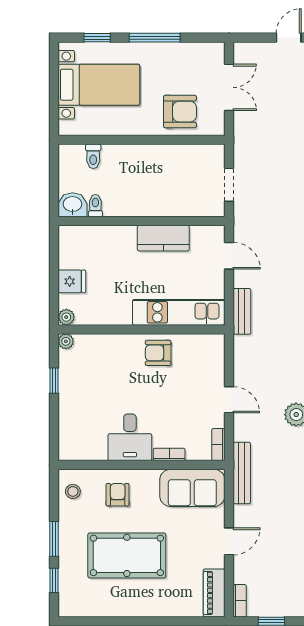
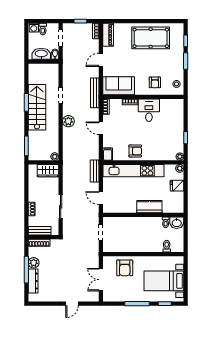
armchair: (180, 112) -> (125, 268), turned -90
kitchen counter: (163, 238) -> (149, 207), moved
kitchen unit: (178, 312) -> (133, 171), width x1.36
filing cabinet: (215, 347) -> (108, 154), added
pool table: (127, 555) -> (151, 38), moved

